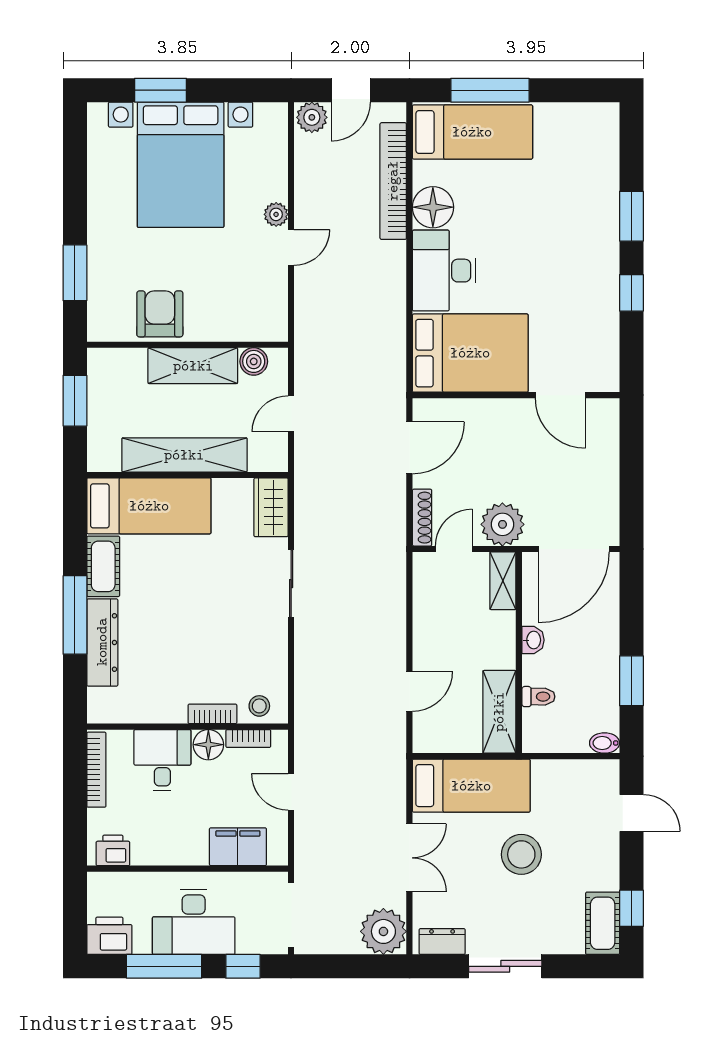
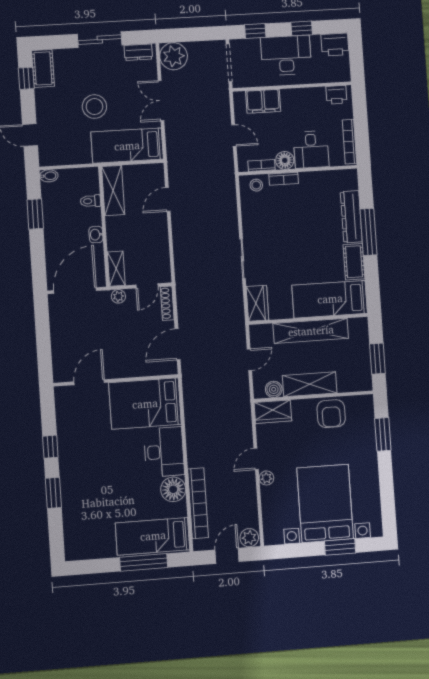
wardrobe: (258, 324) -> (273, 412), added
door: (560, 395) -> (89, 382), hinge flipped
plant: (502, 524) -> (118, 296), width x0.53, depth x0.53
window: (164, 966) -> (302, 28), width x0.46

